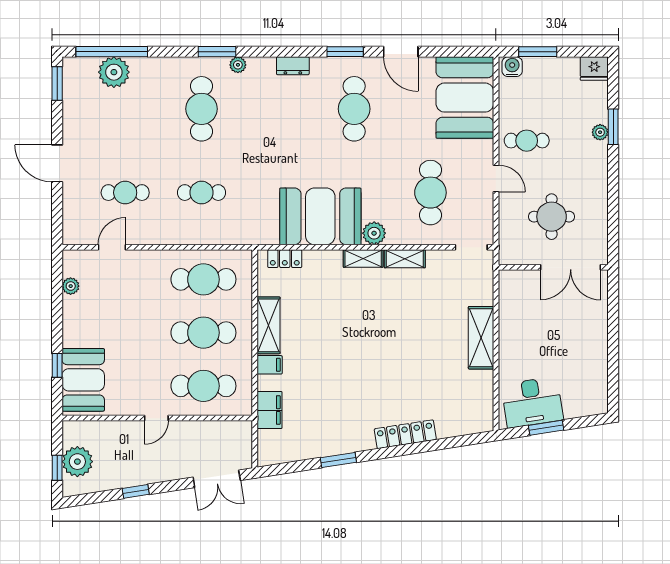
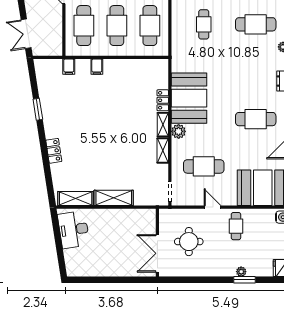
door: (496, 178) -> (212, 207), swing flipped
locker: (285, 259) -> (163, 100), moved
shelving: (269, 325) -> (76, 198), moved
filing cabinet: (270, 410) -> (69, 67), width x0.50
window: (546, 428) -> (58, 238), removed
locker: (405, 434) -> (54, 151), width x0.66

